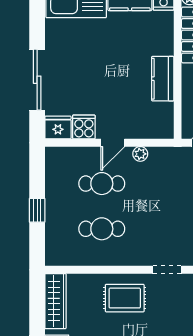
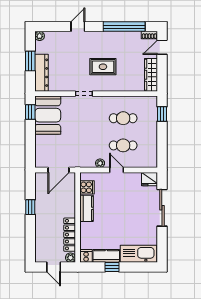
cooker: (84, 127) -> (87, 187), moved, turned -90
door: (113, 143) -> (117, 170), hinge flipped
window: (37, 210) -> (162, 114), moved
rug: (125, 298) -> (103, 67), moved

